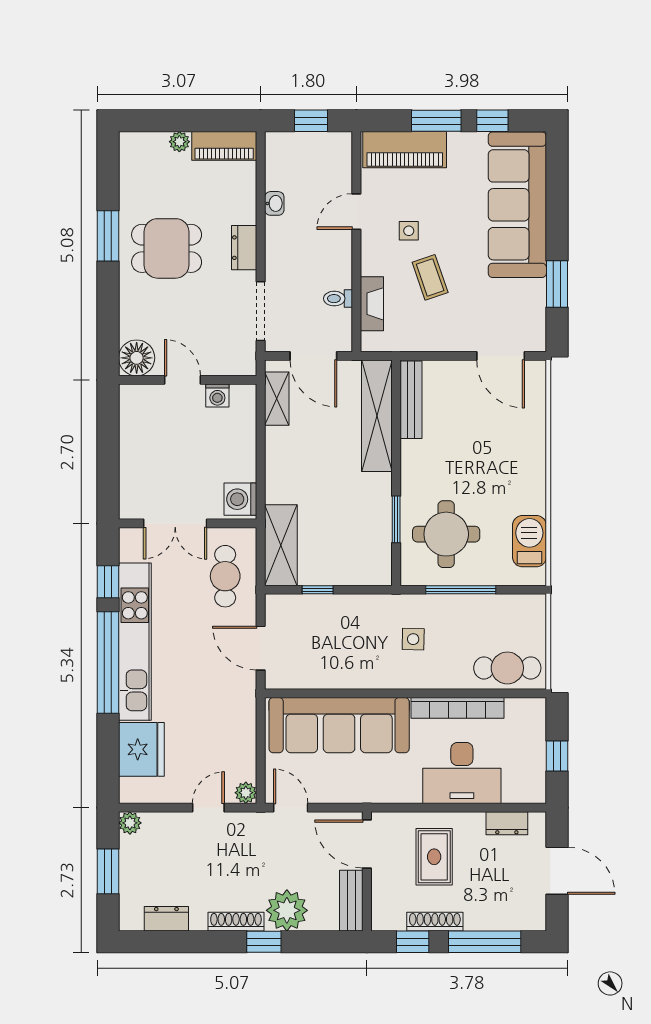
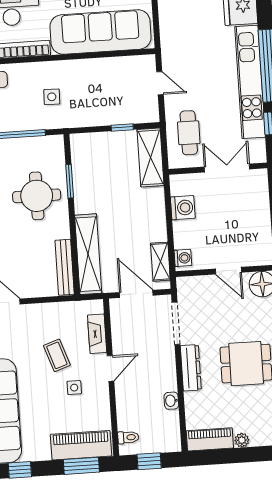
window: (436, 121) -> (81, 466), moved
door: (356, 212) -> (111, 368), moved
dresser: (244, 248) -> (191, 368), width x1.44
toilet: (338, 299) -> (128, 437), moved
washing machine: (217, 395) -> (183, 258), moved, turned 90
washing machine: (240, 499) -> (183, 208), moved
round table: (446, 534) -> (37, 196), moved
door: (261, 648) -> (160, 83), width x0.73

